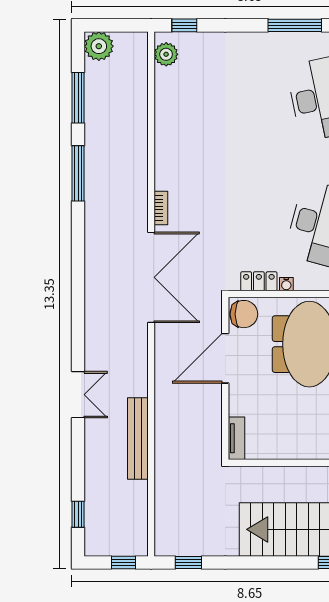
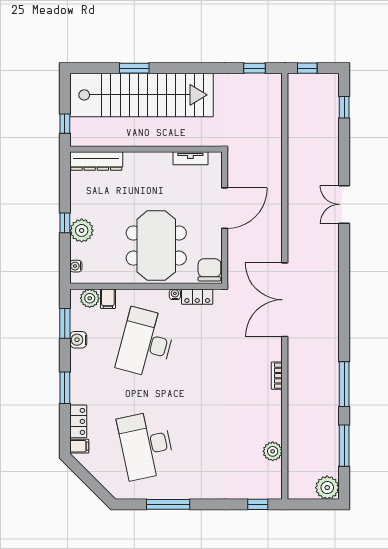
plant: (166, 54) -> (273, 451), moved
bookcase: (161, 208) -> (277, 376), moved
chair: (244, 314) -> (209, 270), turned 90
door: (225, 358) -> (225, 208), moved
tv unit: (236, 438) -> (190, 158), moved, turned -90
bench: (138, 439) -> (296, 169), removed

